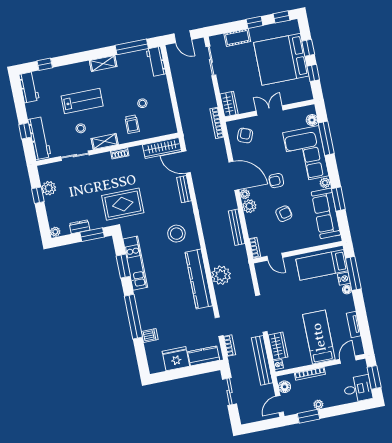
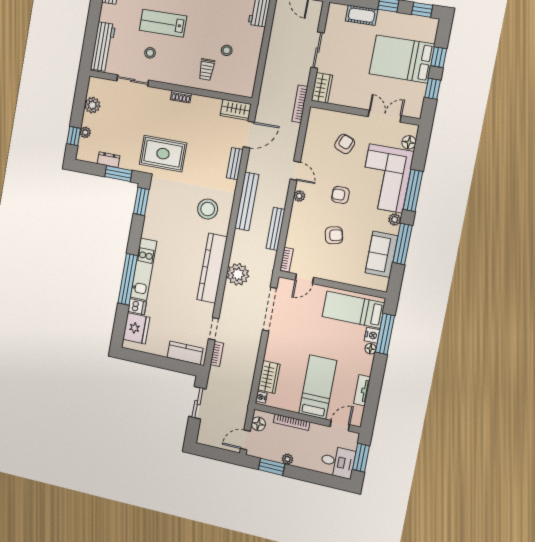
bed: (281, 59) -> (402, 59), width x0.73
sliding door: (211, 61) -> (317, 50), moved
lab bench: (82, 101) -> (163, 23), turned 180
double door: (270, 111) -> (385, 116), moved
window: (25, 131) -> (91, 33), removed
armchair: (245, 135) -> (345, 144), moved
window: (326, 138) -> (413, 190), moved
shelving: (105, 141) -> (170, 77), removed
wardrobe: (162, 148) -> (236, 110), width x0.67
door: (186, 162) -> (249, 135), swing flipped
door: (234, 176) -> (295, 171), width x0.53
window: (38, 195) -> (74, 136), moved
window: (338, 199) -> (403, 244), width x1.44
plant: (249, 206) -> (299, 211), removed
sofa: (326, 213) -> (382, 254), width x0.73
plant: (55, 232) -> (85, 132), moved
door: (275, 257) -> (304, 279), hinge flipped
kitchen unit: (135, 263) -> (143, 269), moved
window: (123, 266) -> (141, 201), moved
doorway: (261, 314) -> (270, 309), moved
fridge: (176, 359) -> (136, 328), moved, turned 90
bench: (262, 360) -> (247, 201), moved

